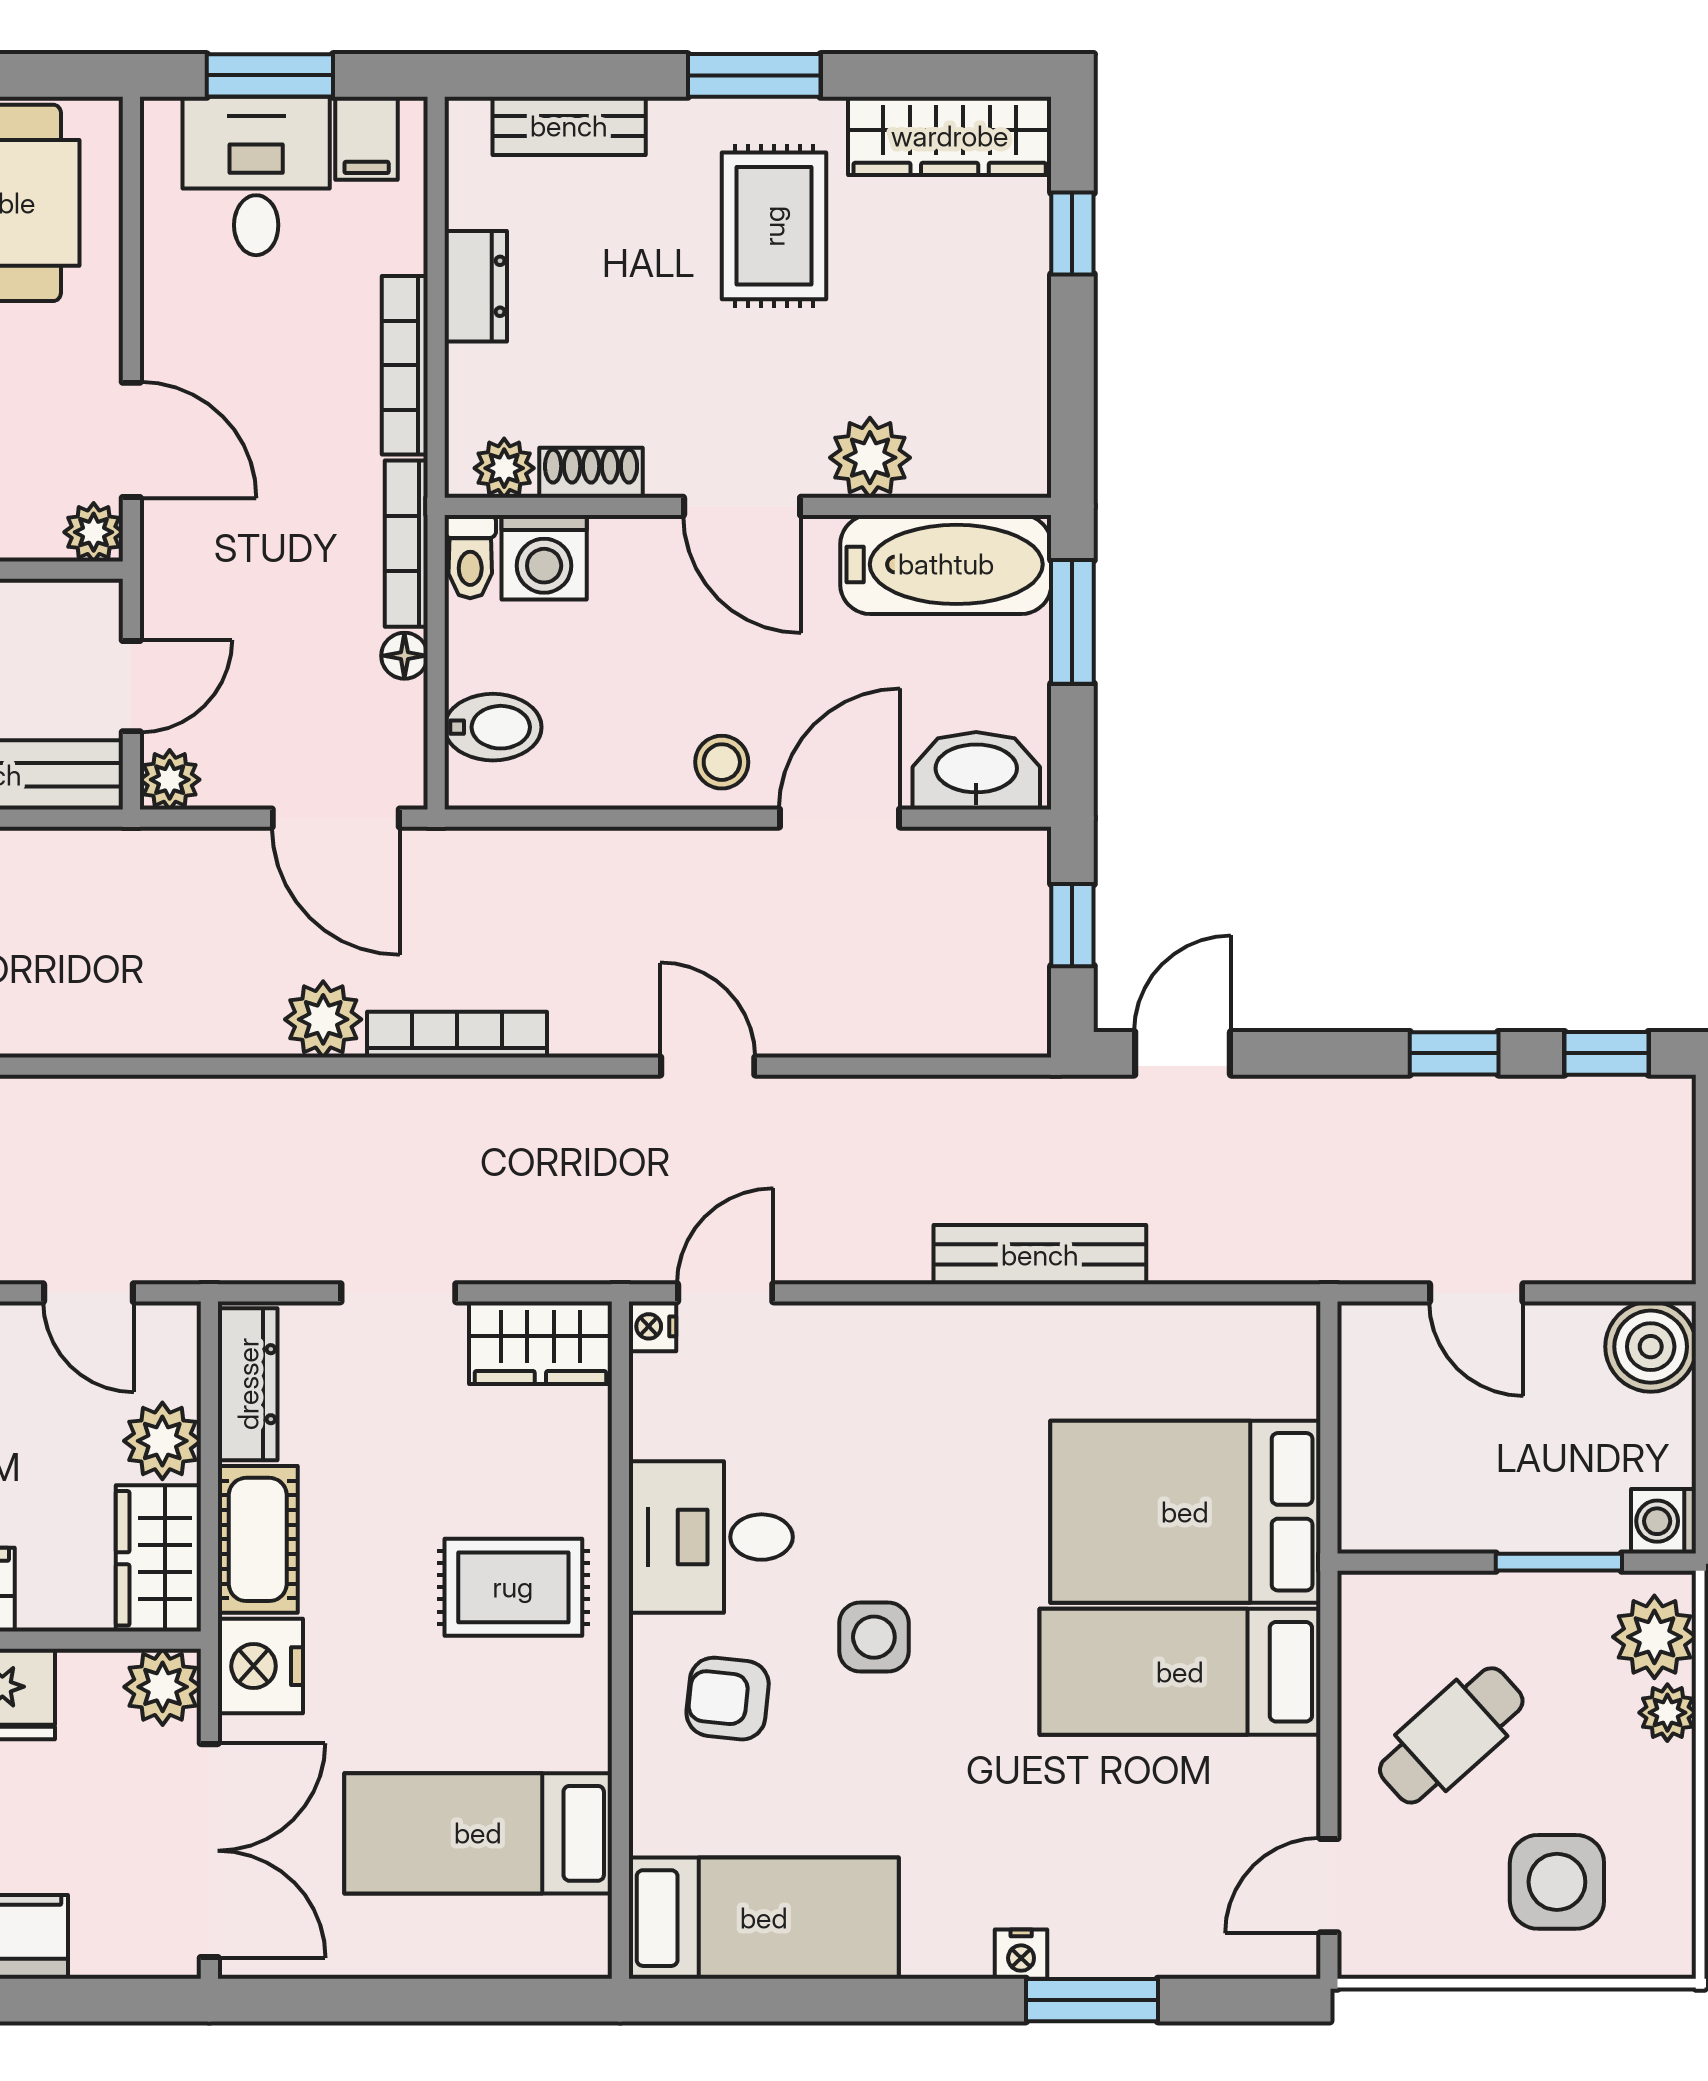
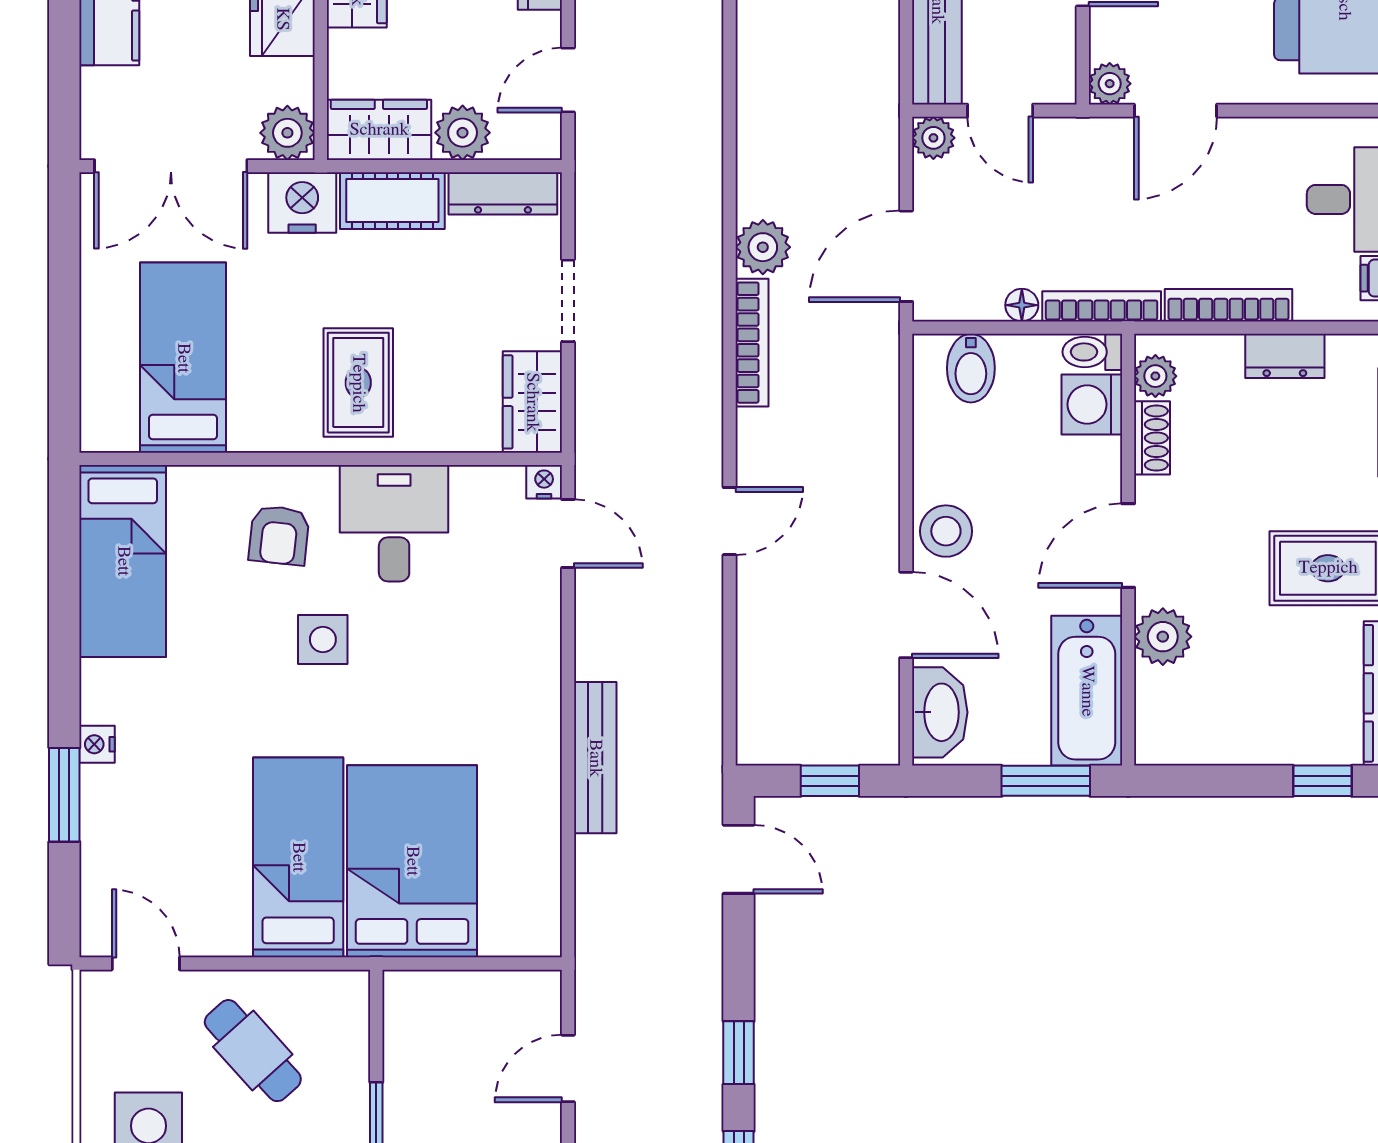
stool: (722, 762) -> (946, 531), width x1.37, depth x1.37
armchair: (728, 1699) -> (279, 535), turned 180

